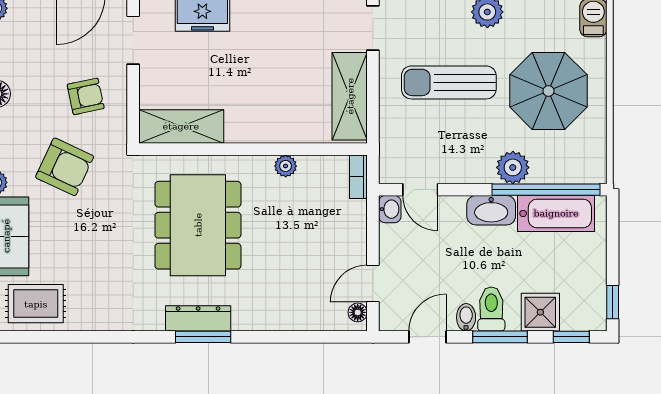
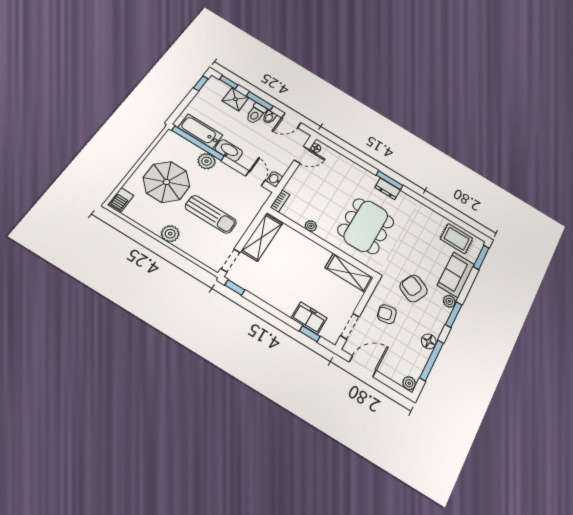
dresser: (198, 318) -> (388, 189), width x0.70

